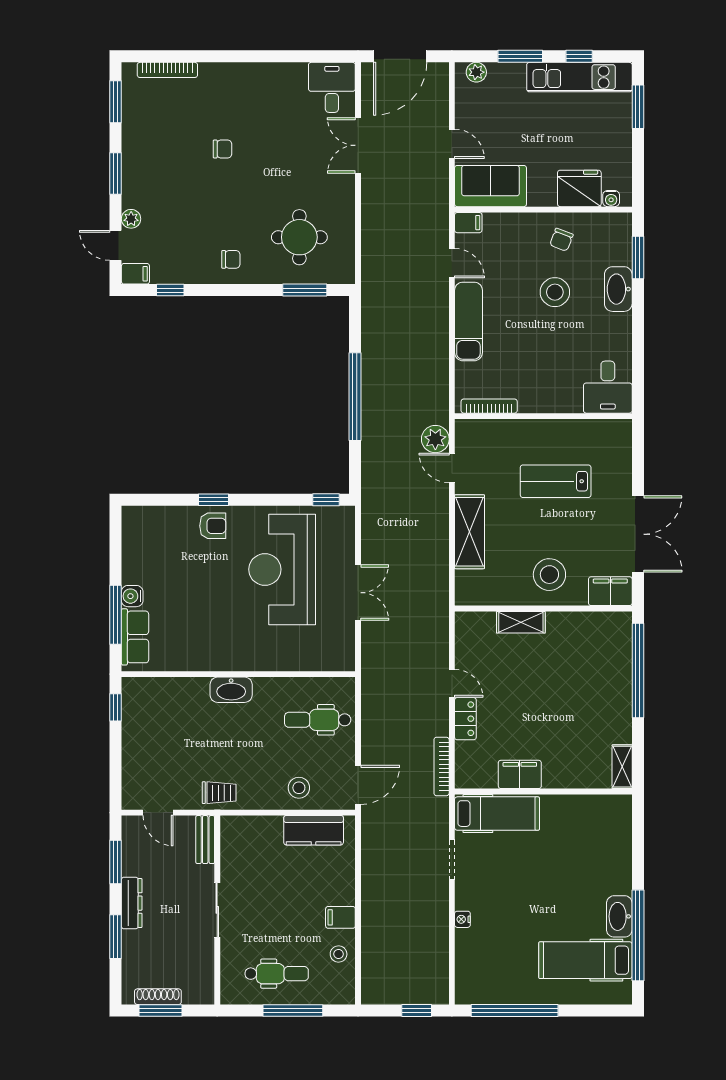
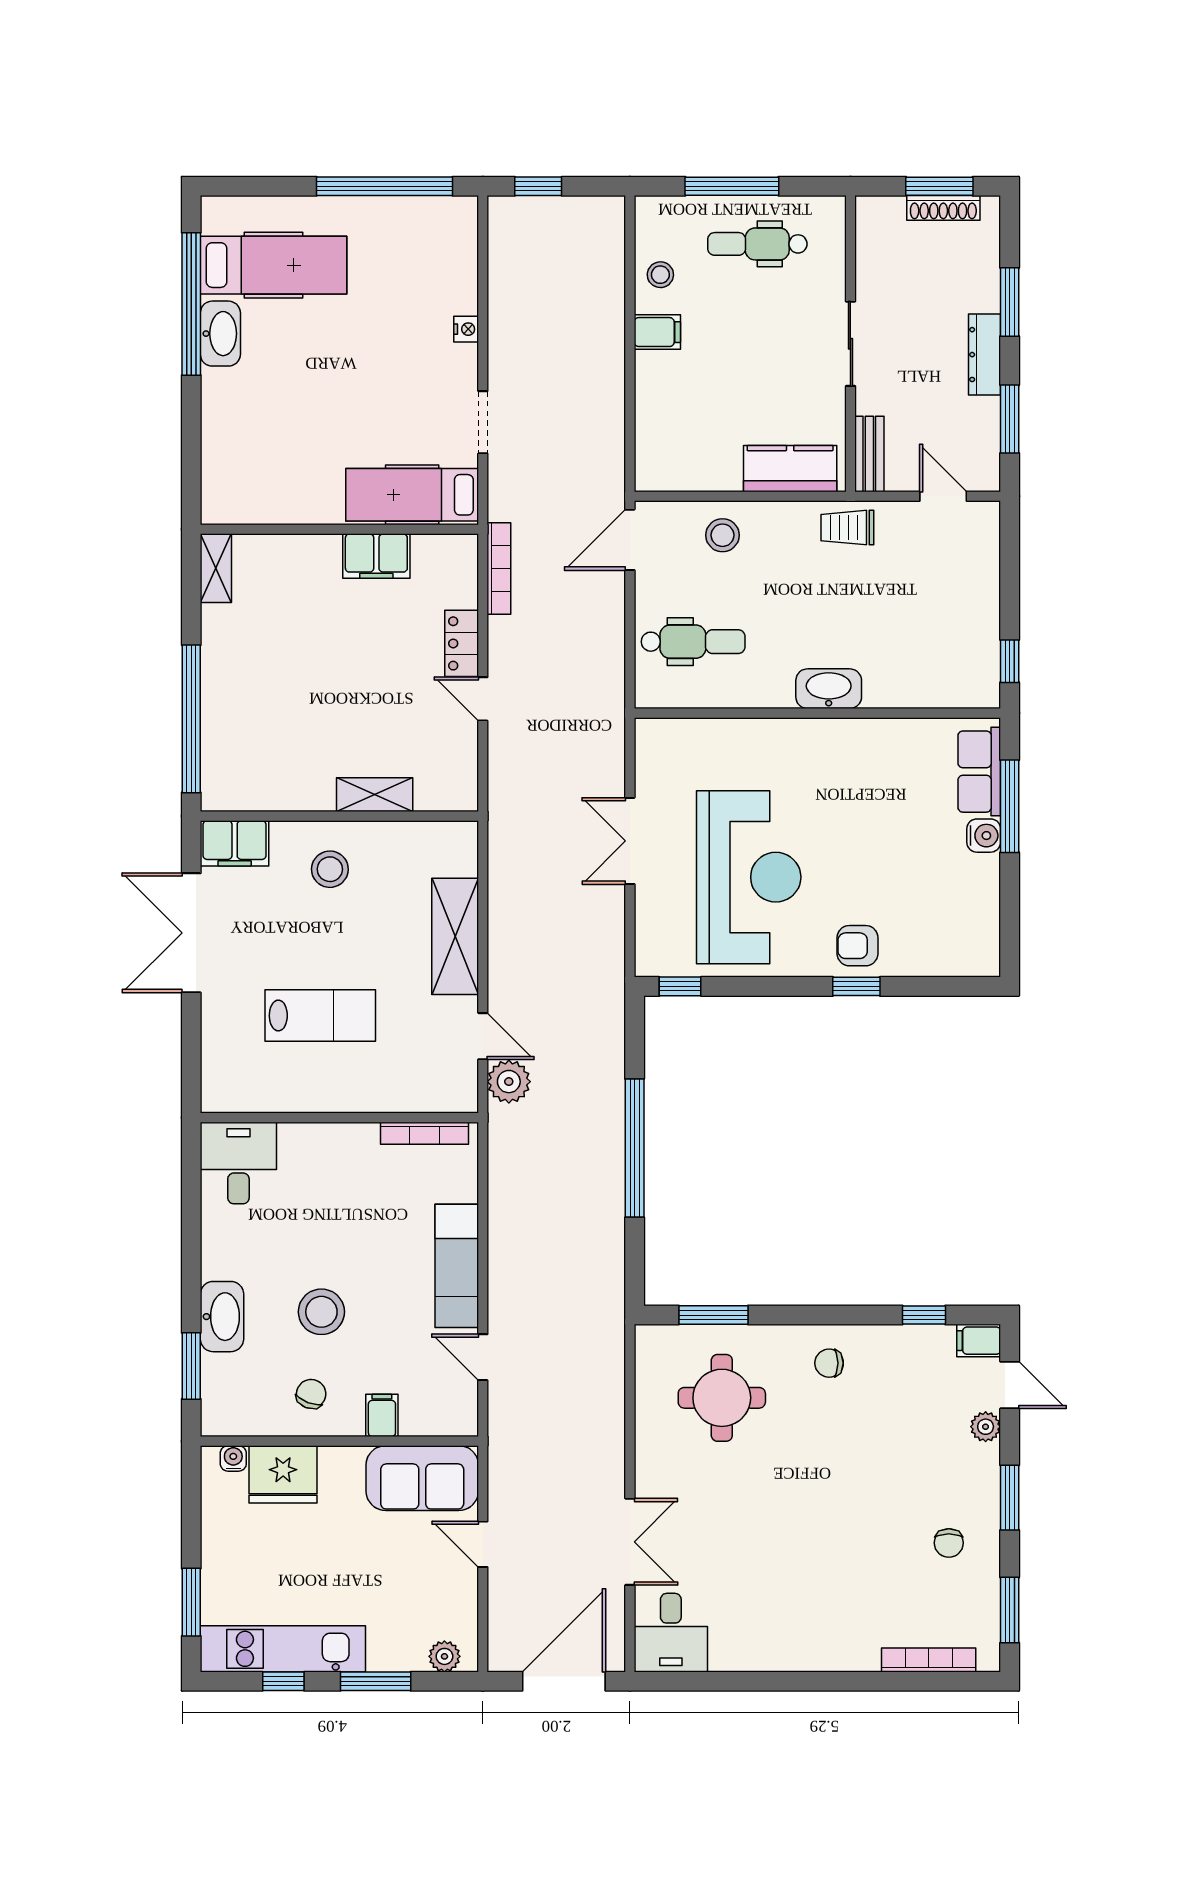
chair: (223, 149) -> (949, 1543), moved, turned -90
filing cabinet: (468, 223) -> (382, 1415), moved, turned 90
stool: (549, 575) -> (330, 869), width x0.73, depth x0.73
kitchen counter: (314, 830) -> (790, 469), moved

